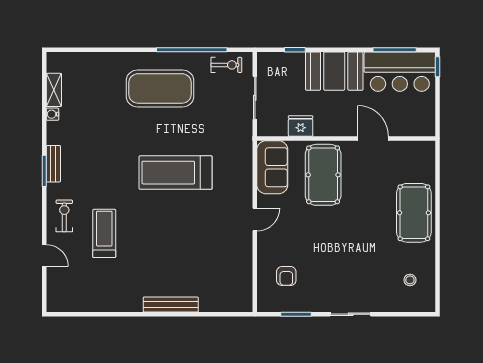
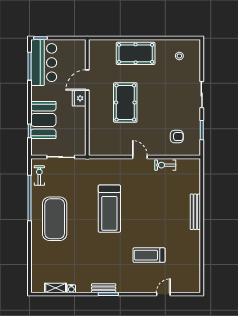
booth: (334, 71) -> (43, 120), moved
fridge: (301, 126) -> (79, 98), moved
sofa: (272, 167) -> (106, 146), removed
pool table: (323, 175) -> (125, 102), moved, turned 90
exercise bike: (64, 216) -> (165, 165), moved

